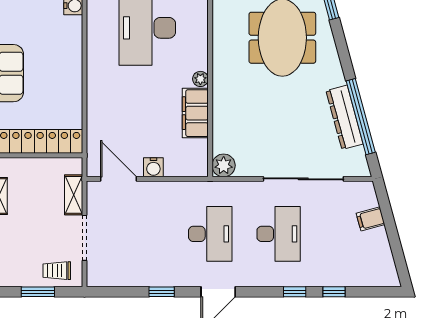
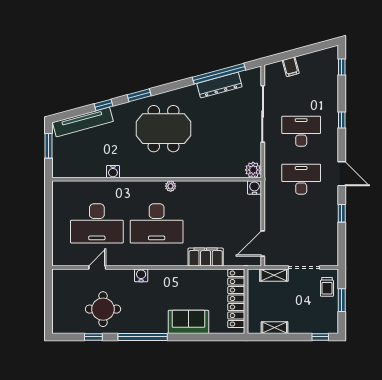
plant: (200, 79) -> (171, 186), moved
filing cabinet: (195, 113) -> (206, 257), moved, turned 180
water cooler: (153, 167) -> (254, 187), moved, turned -90
window: (334, 292) -> (342, 67), moved

